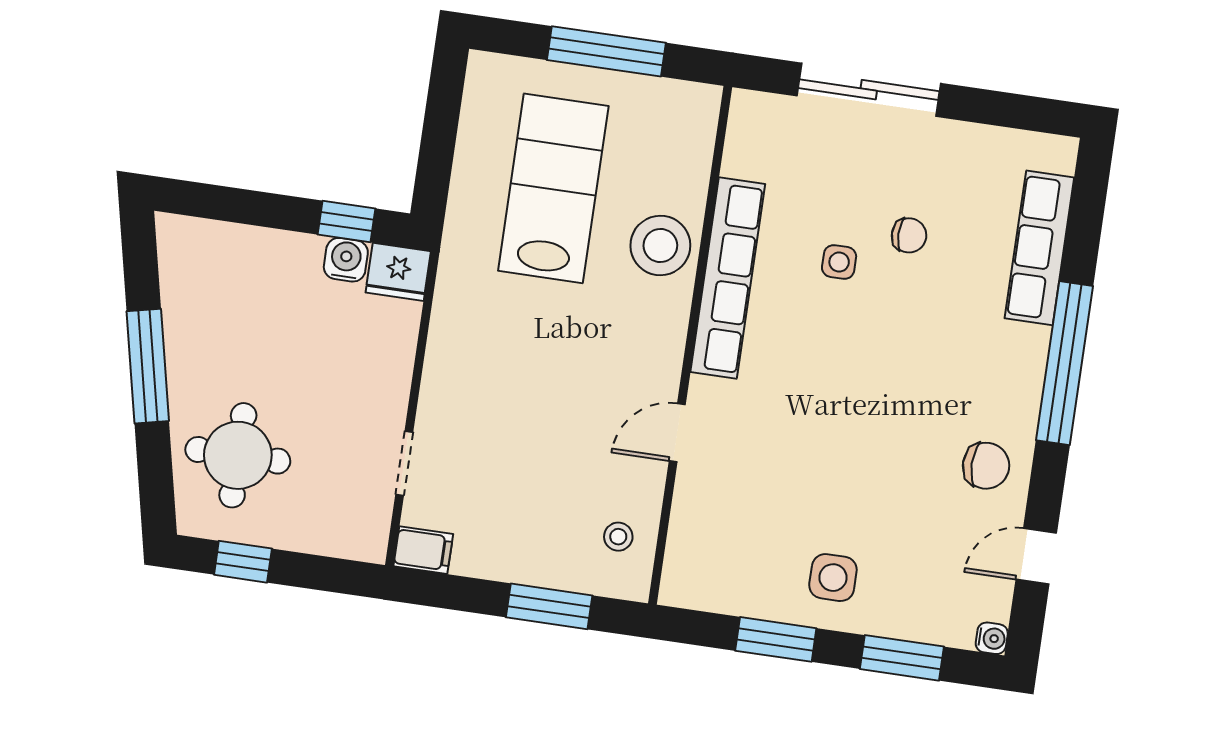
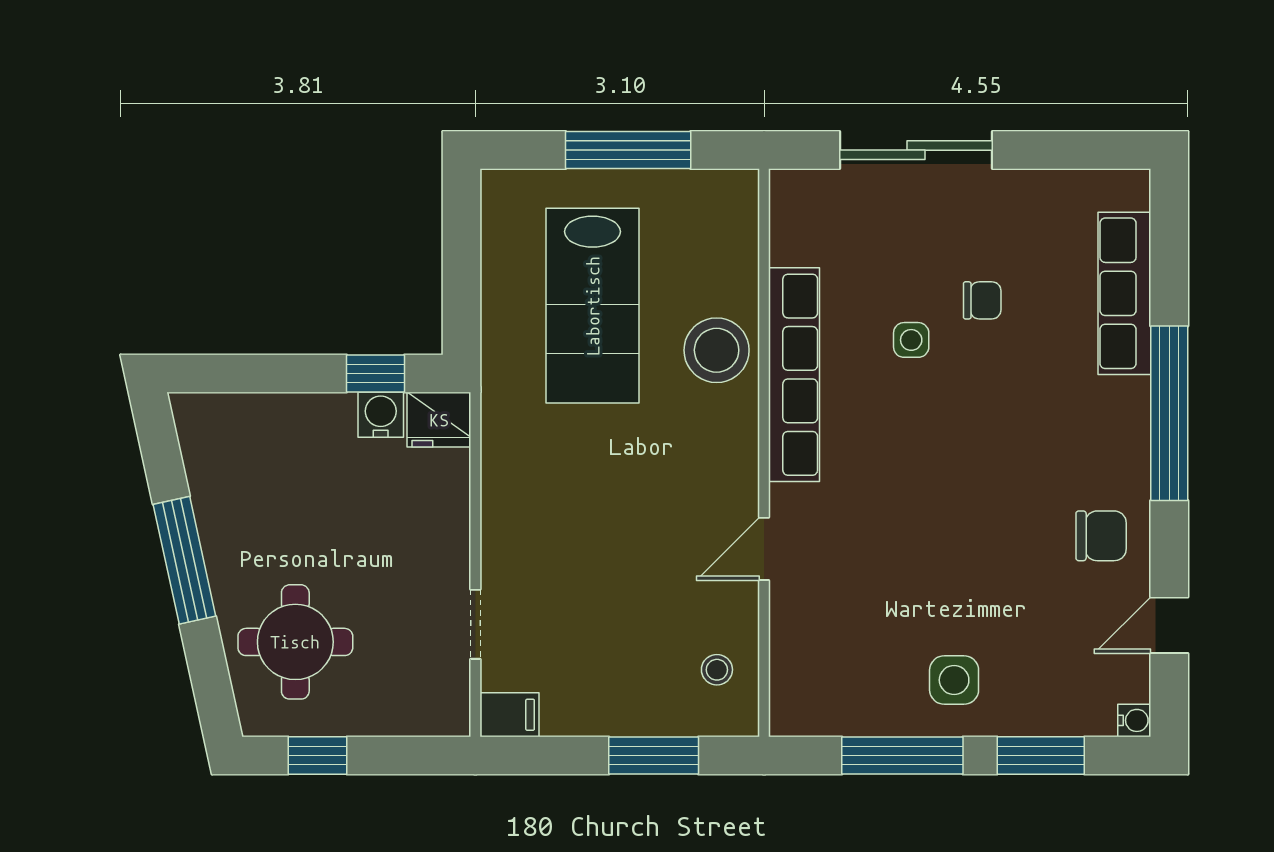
lab bench: (553, 188) -> (593, 306), turned 180
window: (776, 639) -> (902, 755), width x1.44

